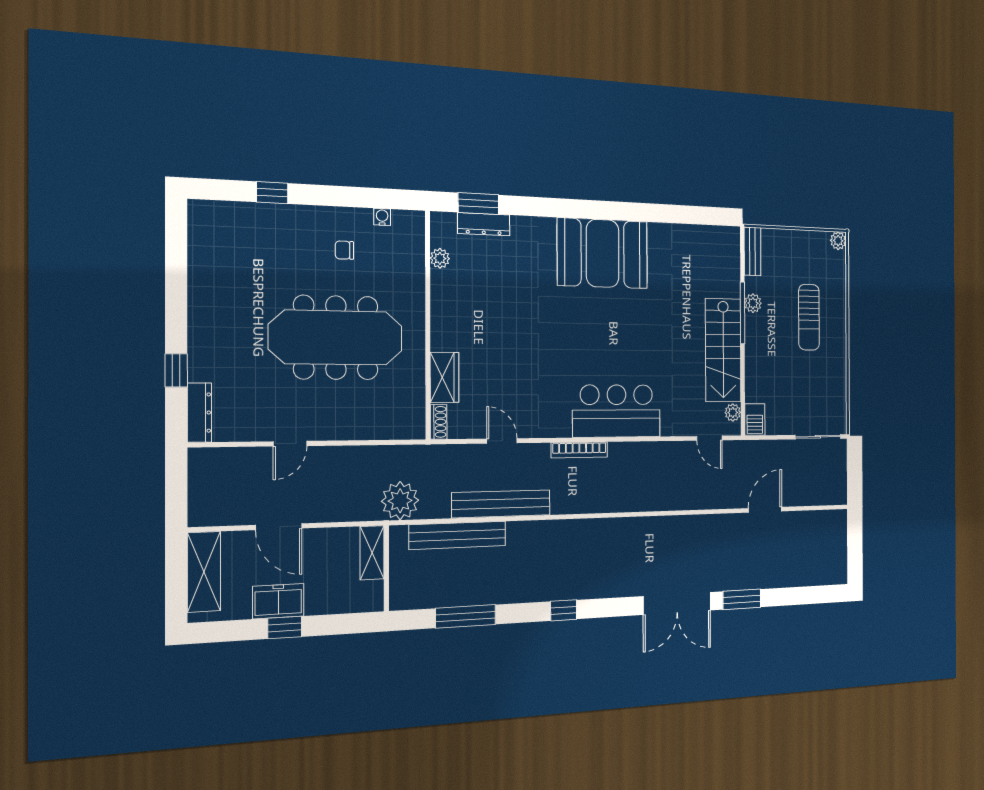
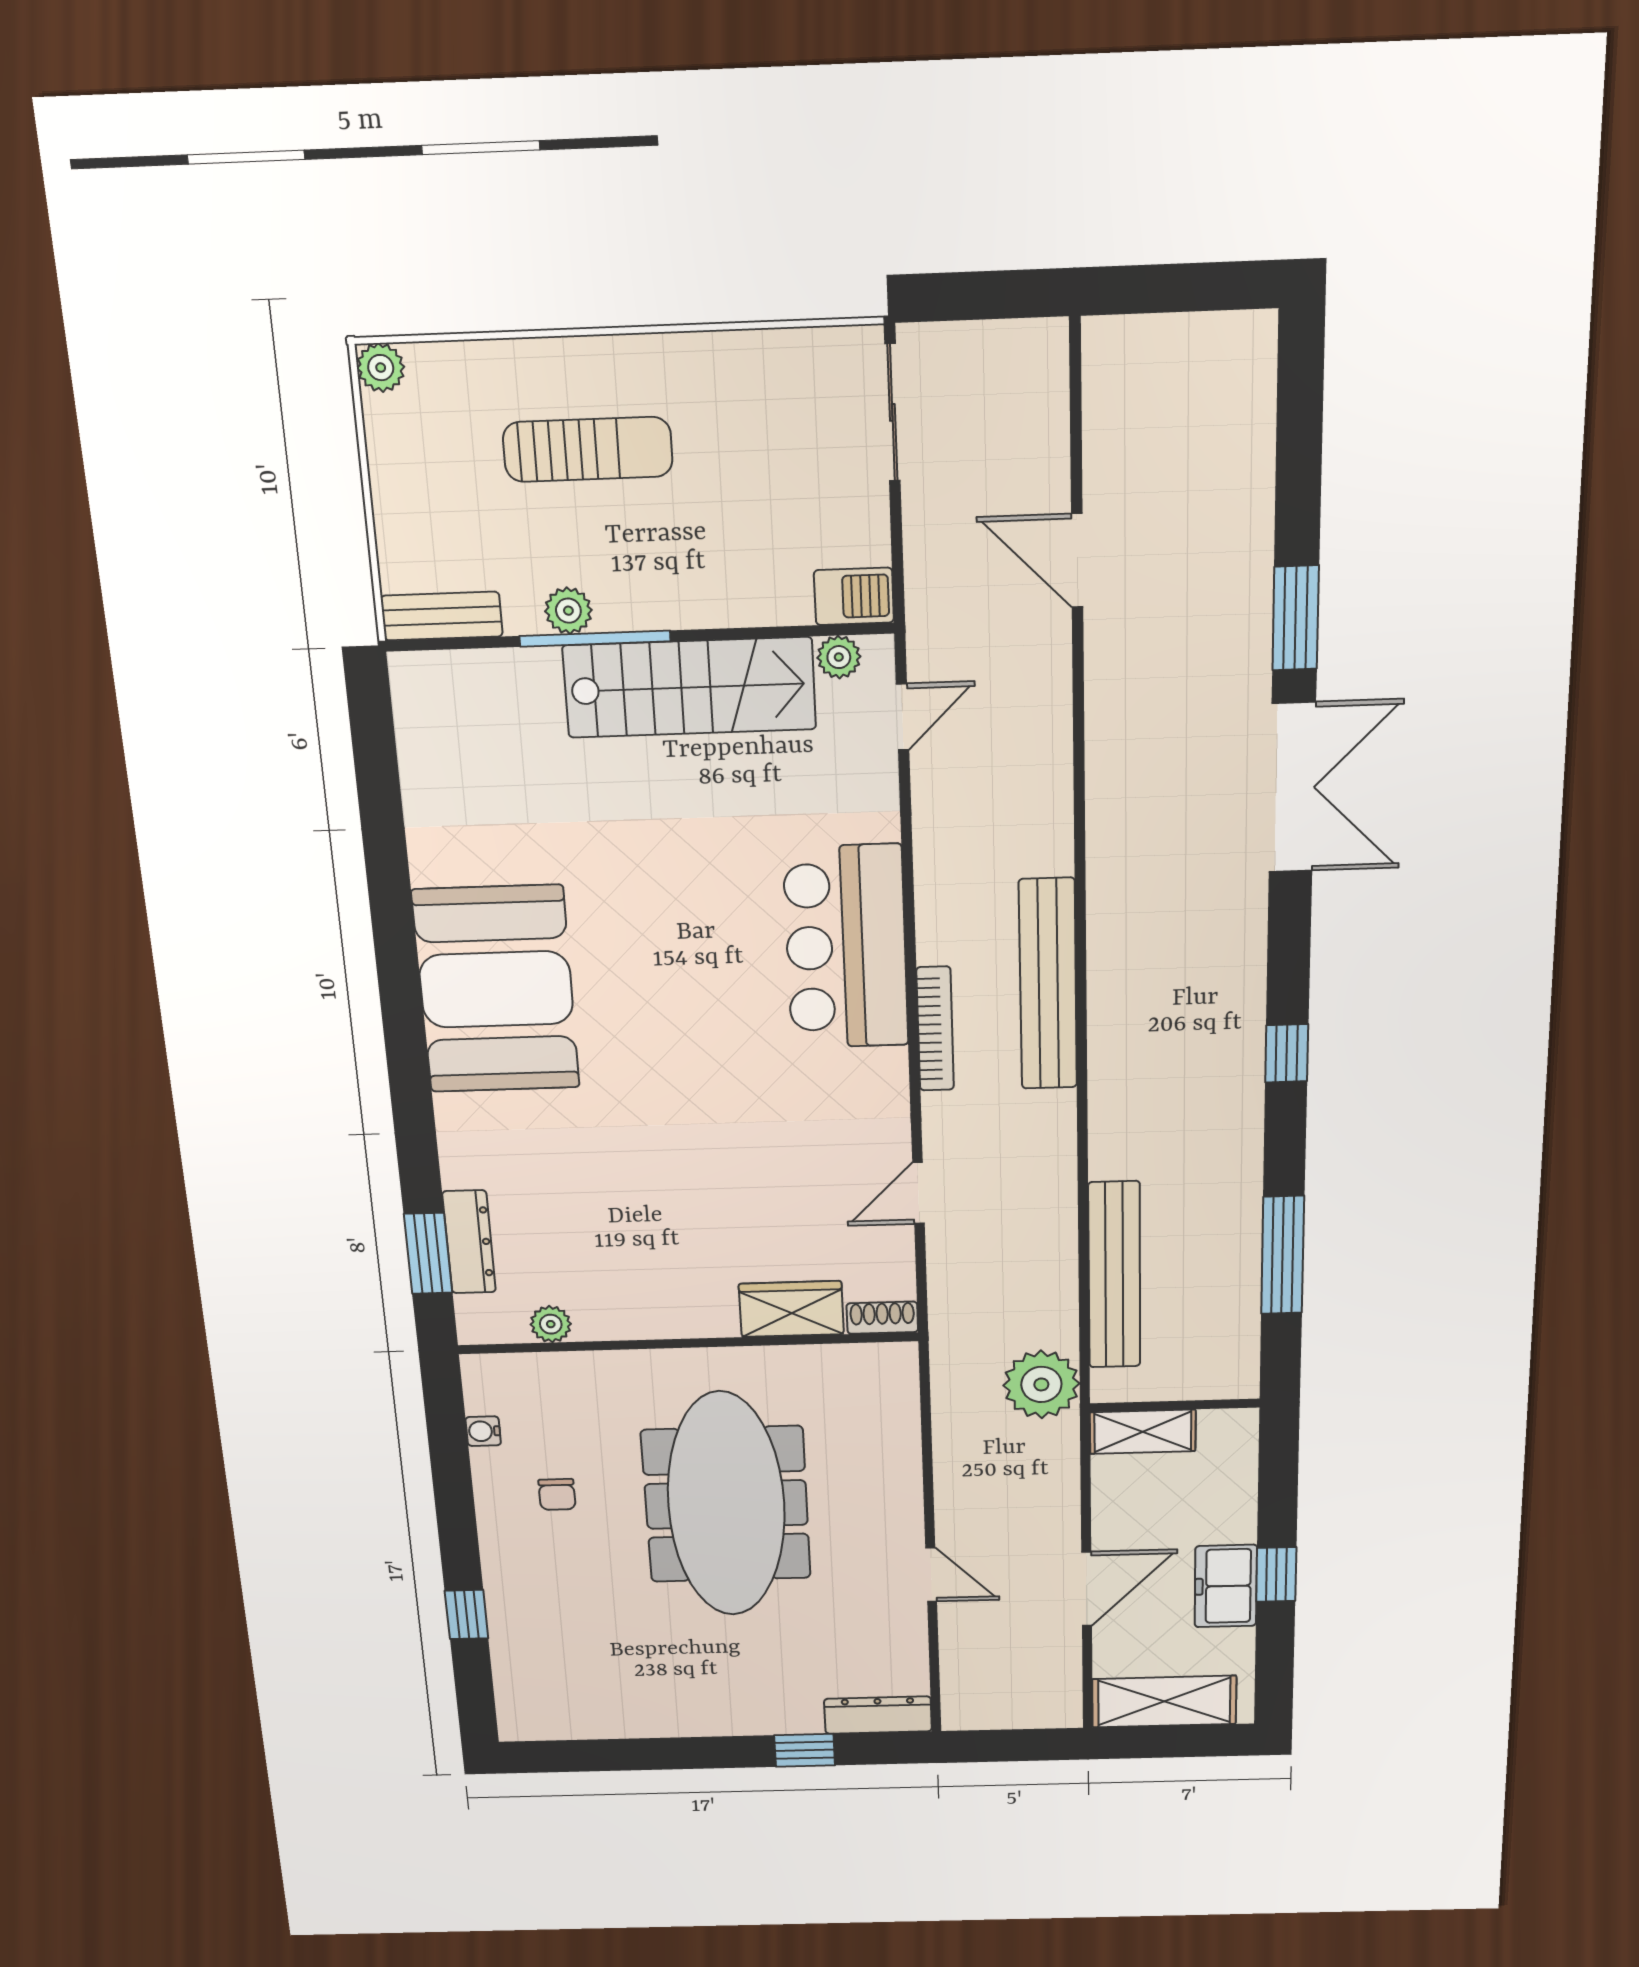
bench: (501, 504) -> (1048, 984), moved

